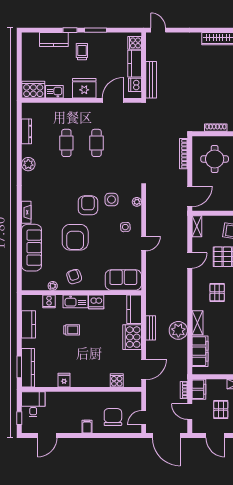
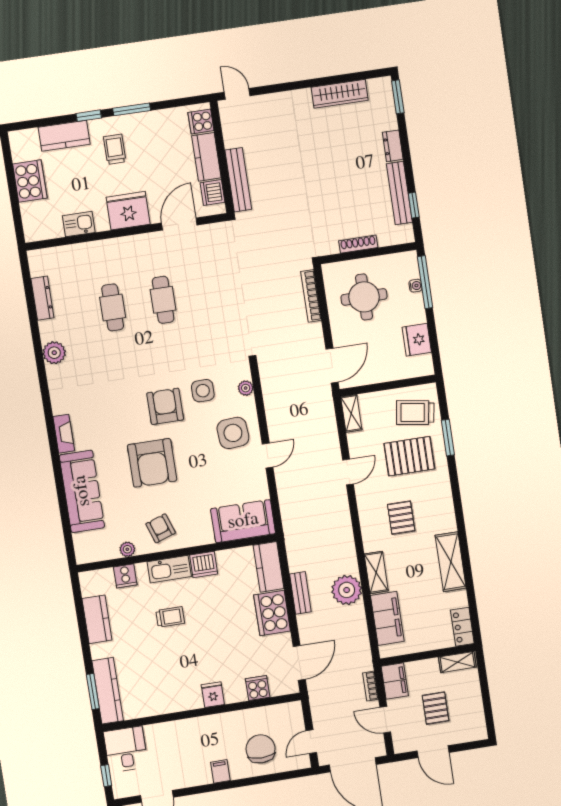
cooker: (33, 90) -> (30, 181), moved, turned 90
side table: (125, 227) -> (233, 433), width x1.87, depth x1.87
fridge: (64, 380) -> (213, 695), moved

